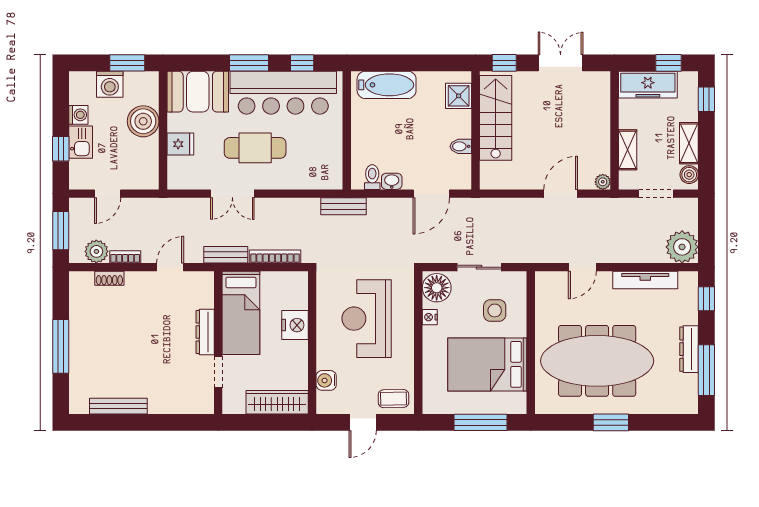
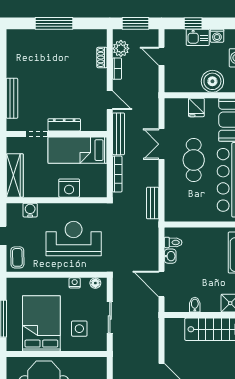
bench: (344, 206) -> (153, 203), moved
bench: (226, 255) -> (119, 134), width x1.36
floor lamp: (437, 288) -> (95, 283), width x0.53, depth x0.53
bench: (118, 406) -> (12, 98), moved

